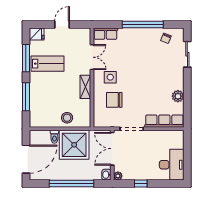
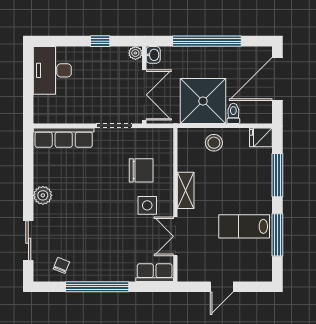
fridge: (37, 34) -> (261, 137), moved
plant: (178, 96) -> (43, 195), moved

